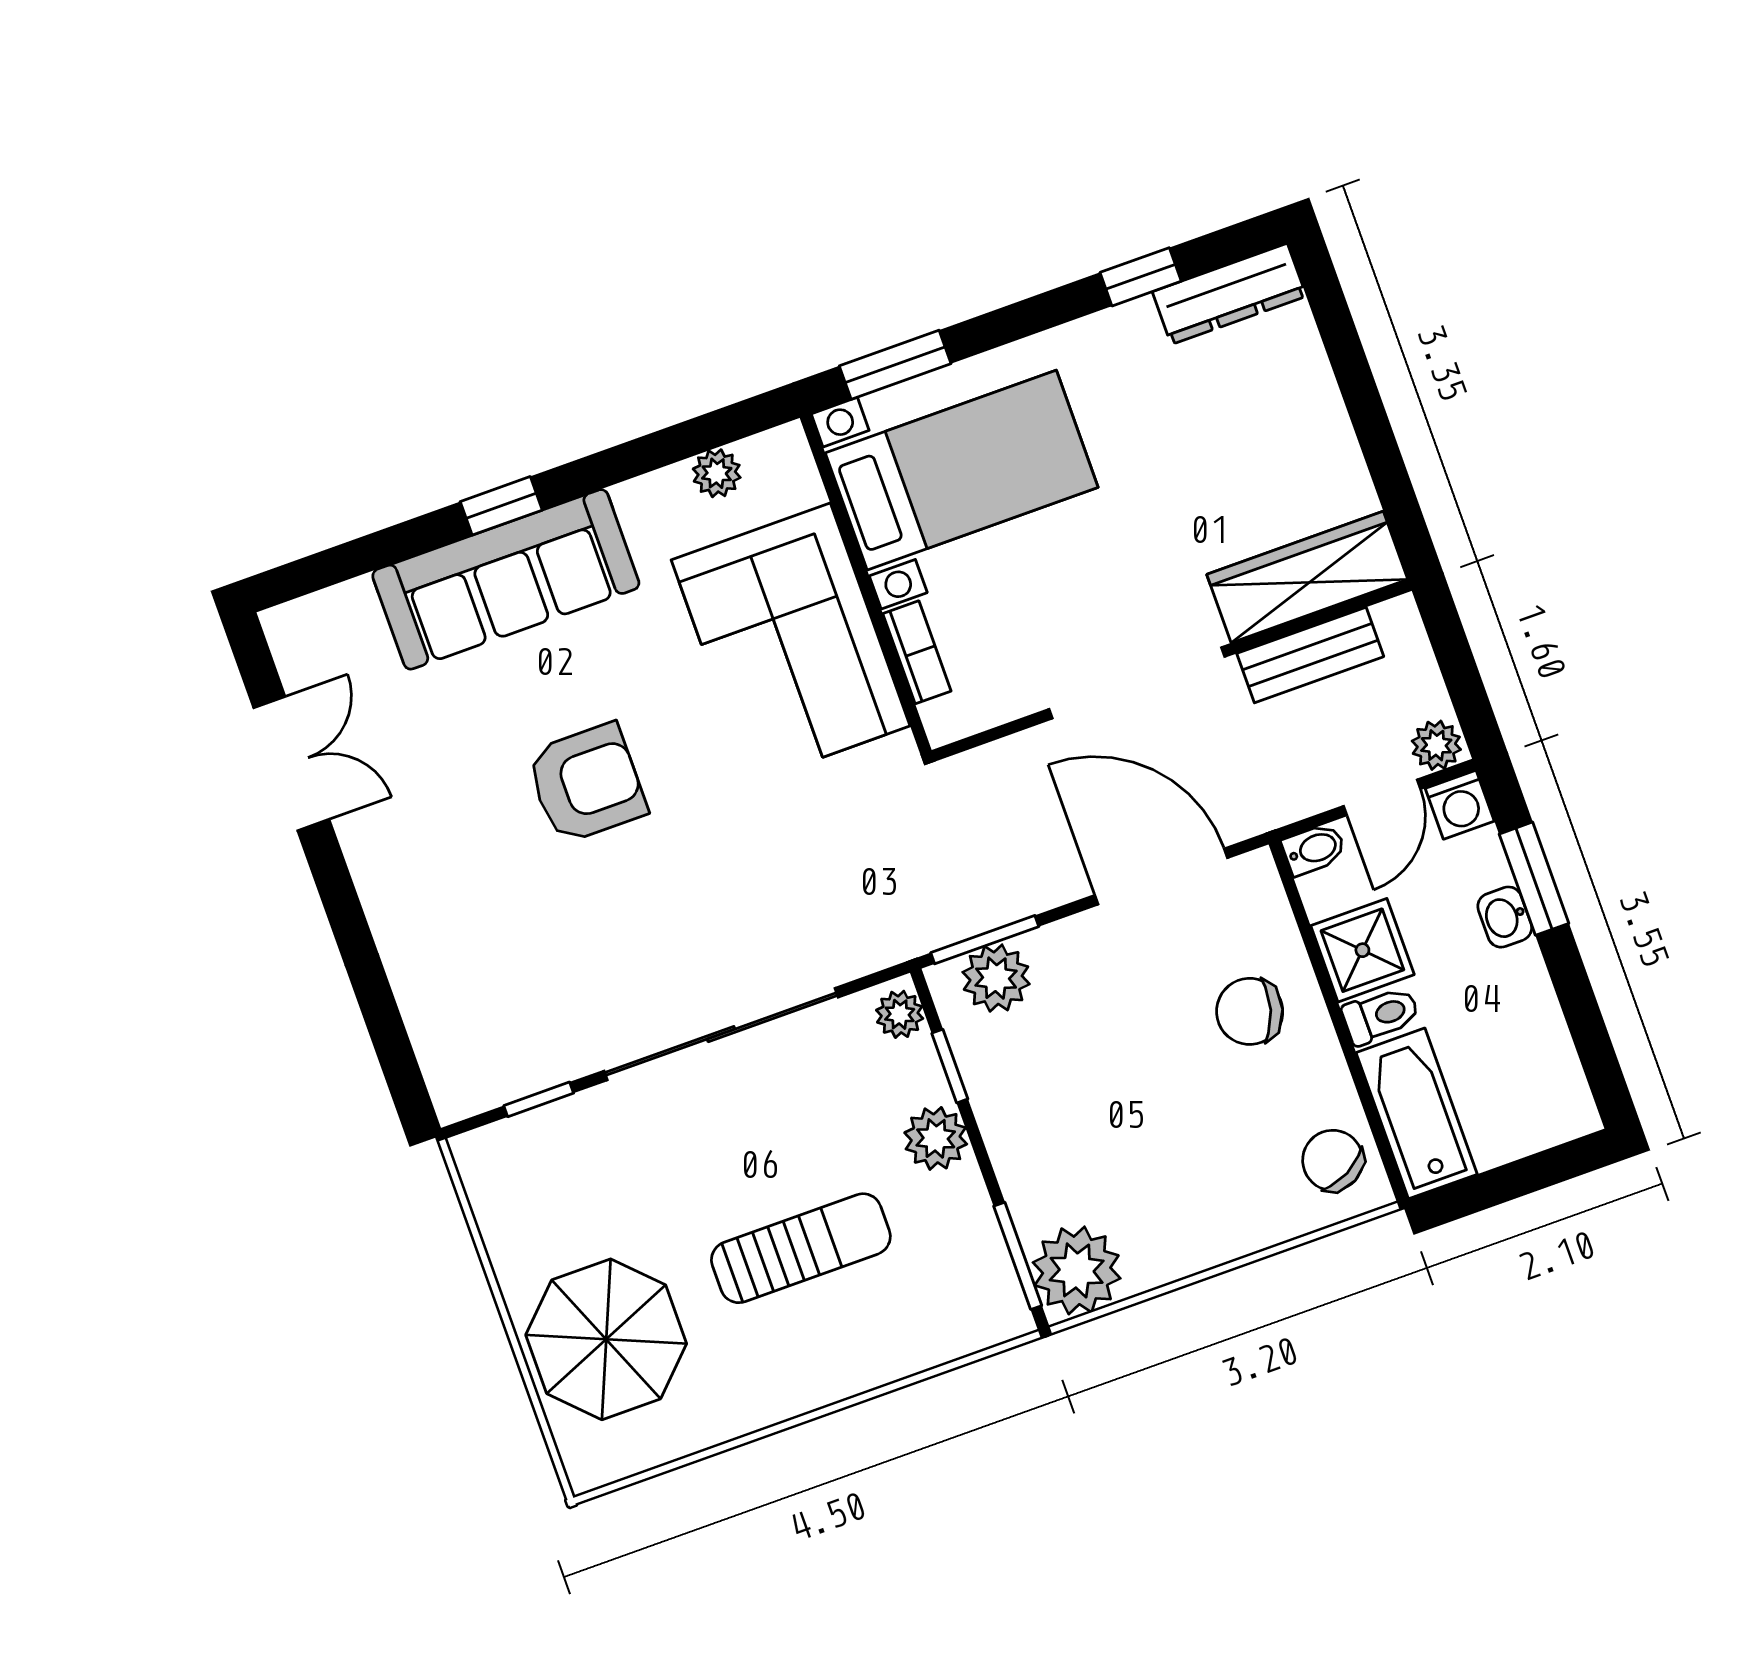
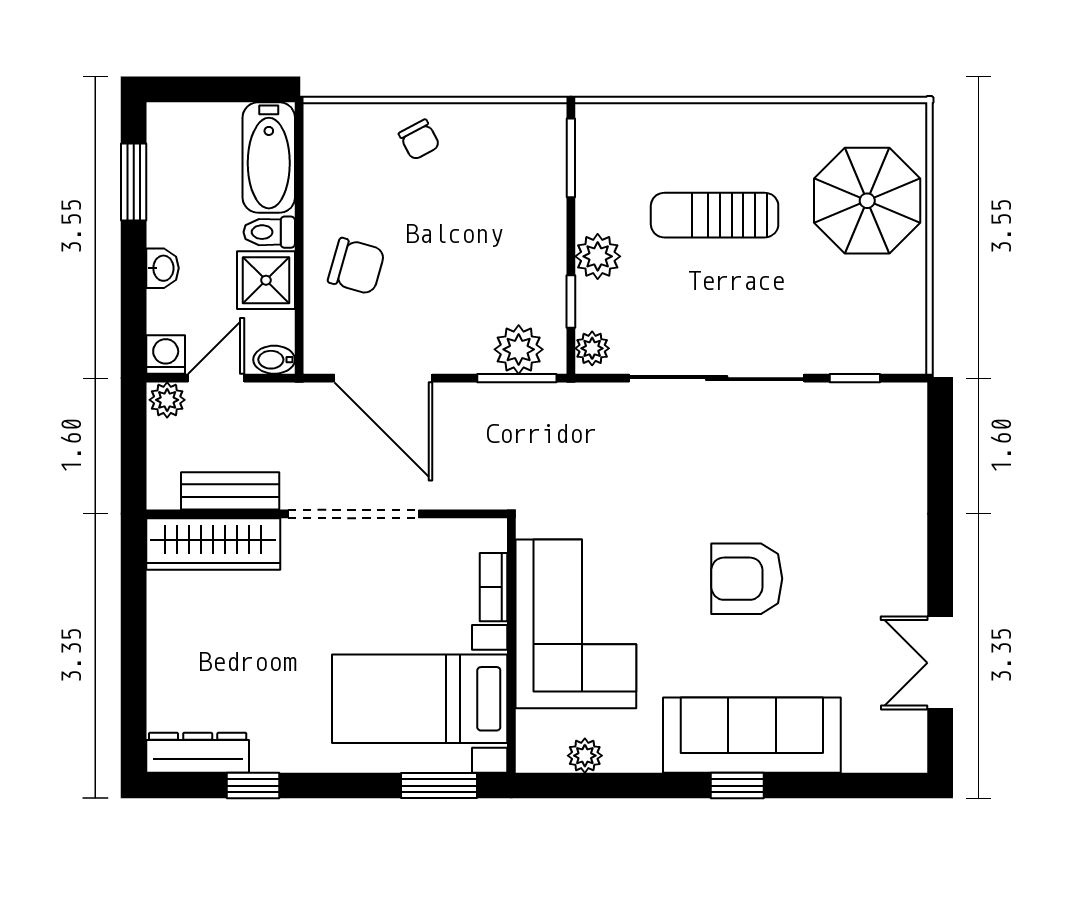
window: (1534, 879) -> (134, 182), moved
chair: (1333, 1160) -> (419, 140), moved, width x0.73, depth x0.73
plant: (1077, 1270) -> (535, 134), removed

